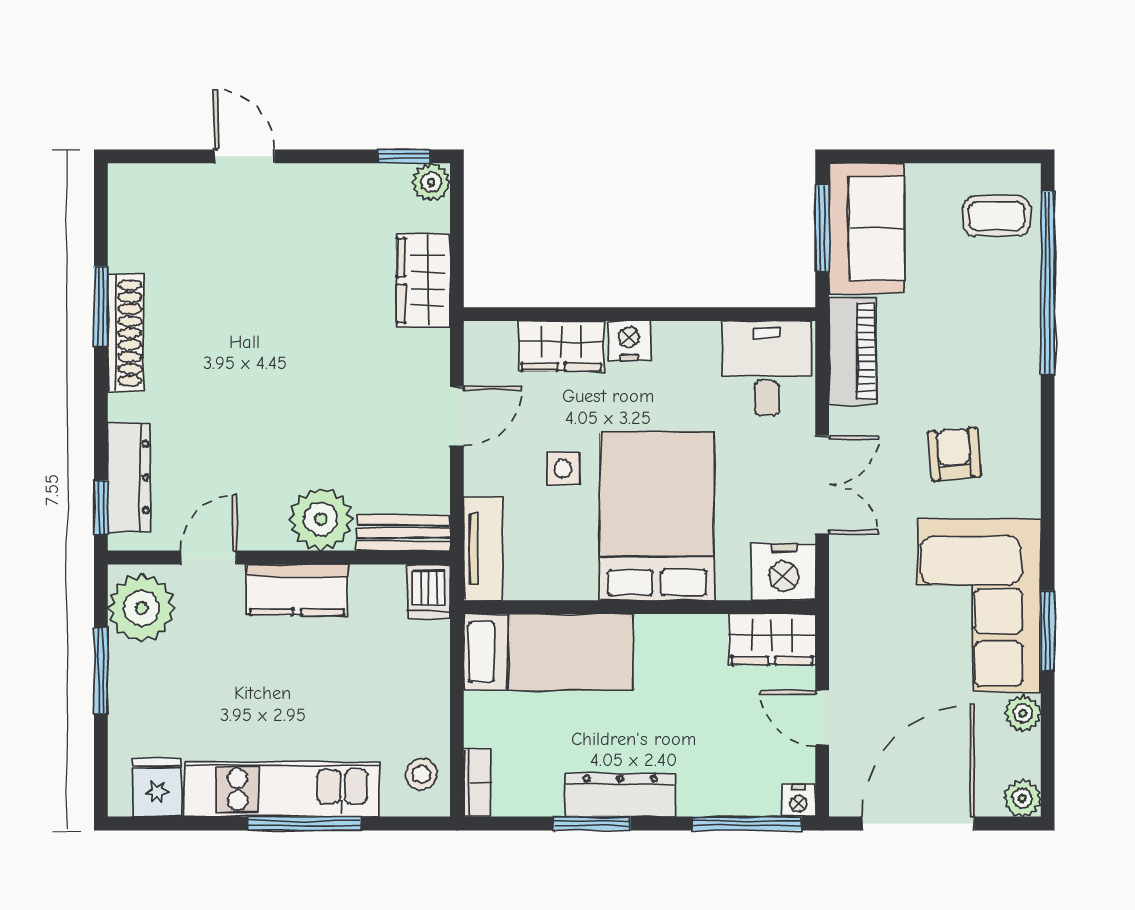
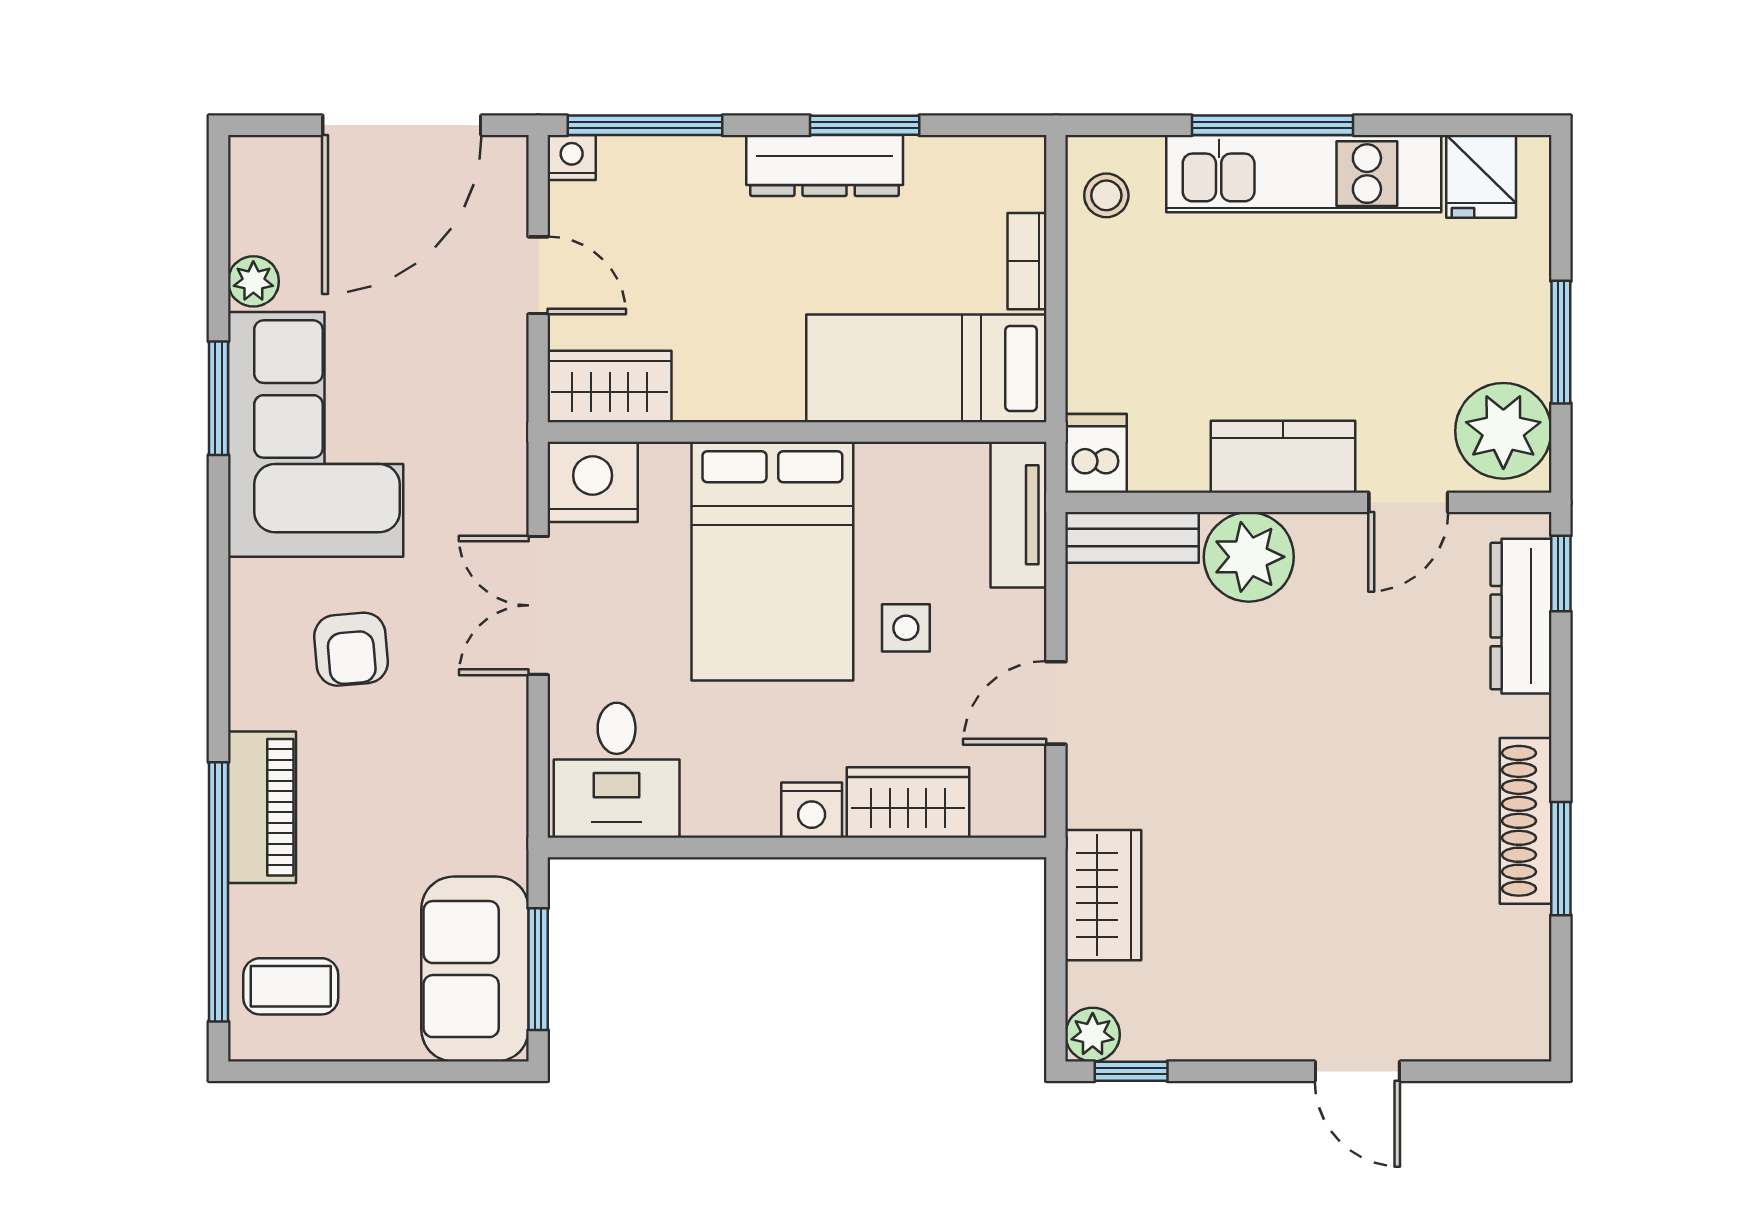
piano: (853, 351) -> (262, 807), moved, turned 180
bookcase: (477, 783) -> (1027, 261), moved
plant: (1022, 798) -> (254, 161), removed

